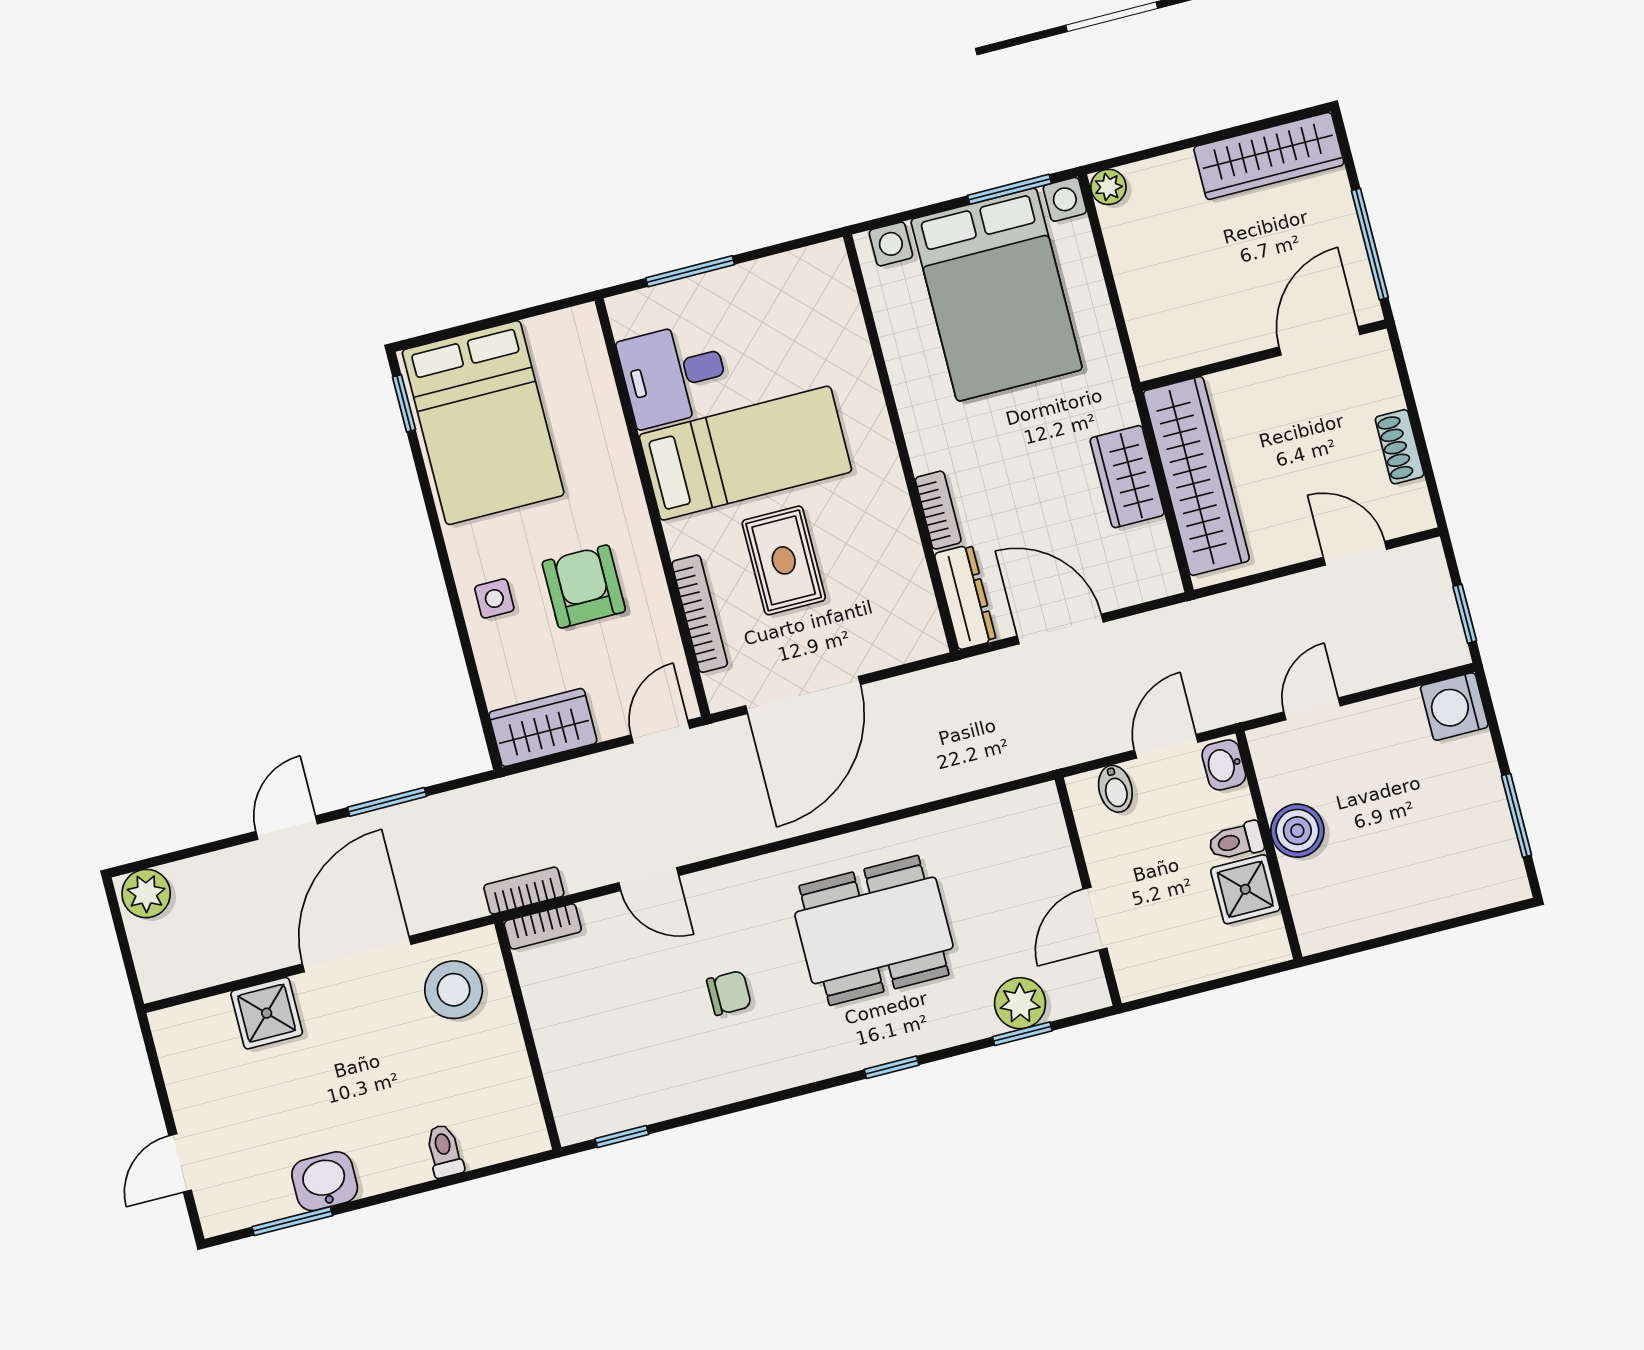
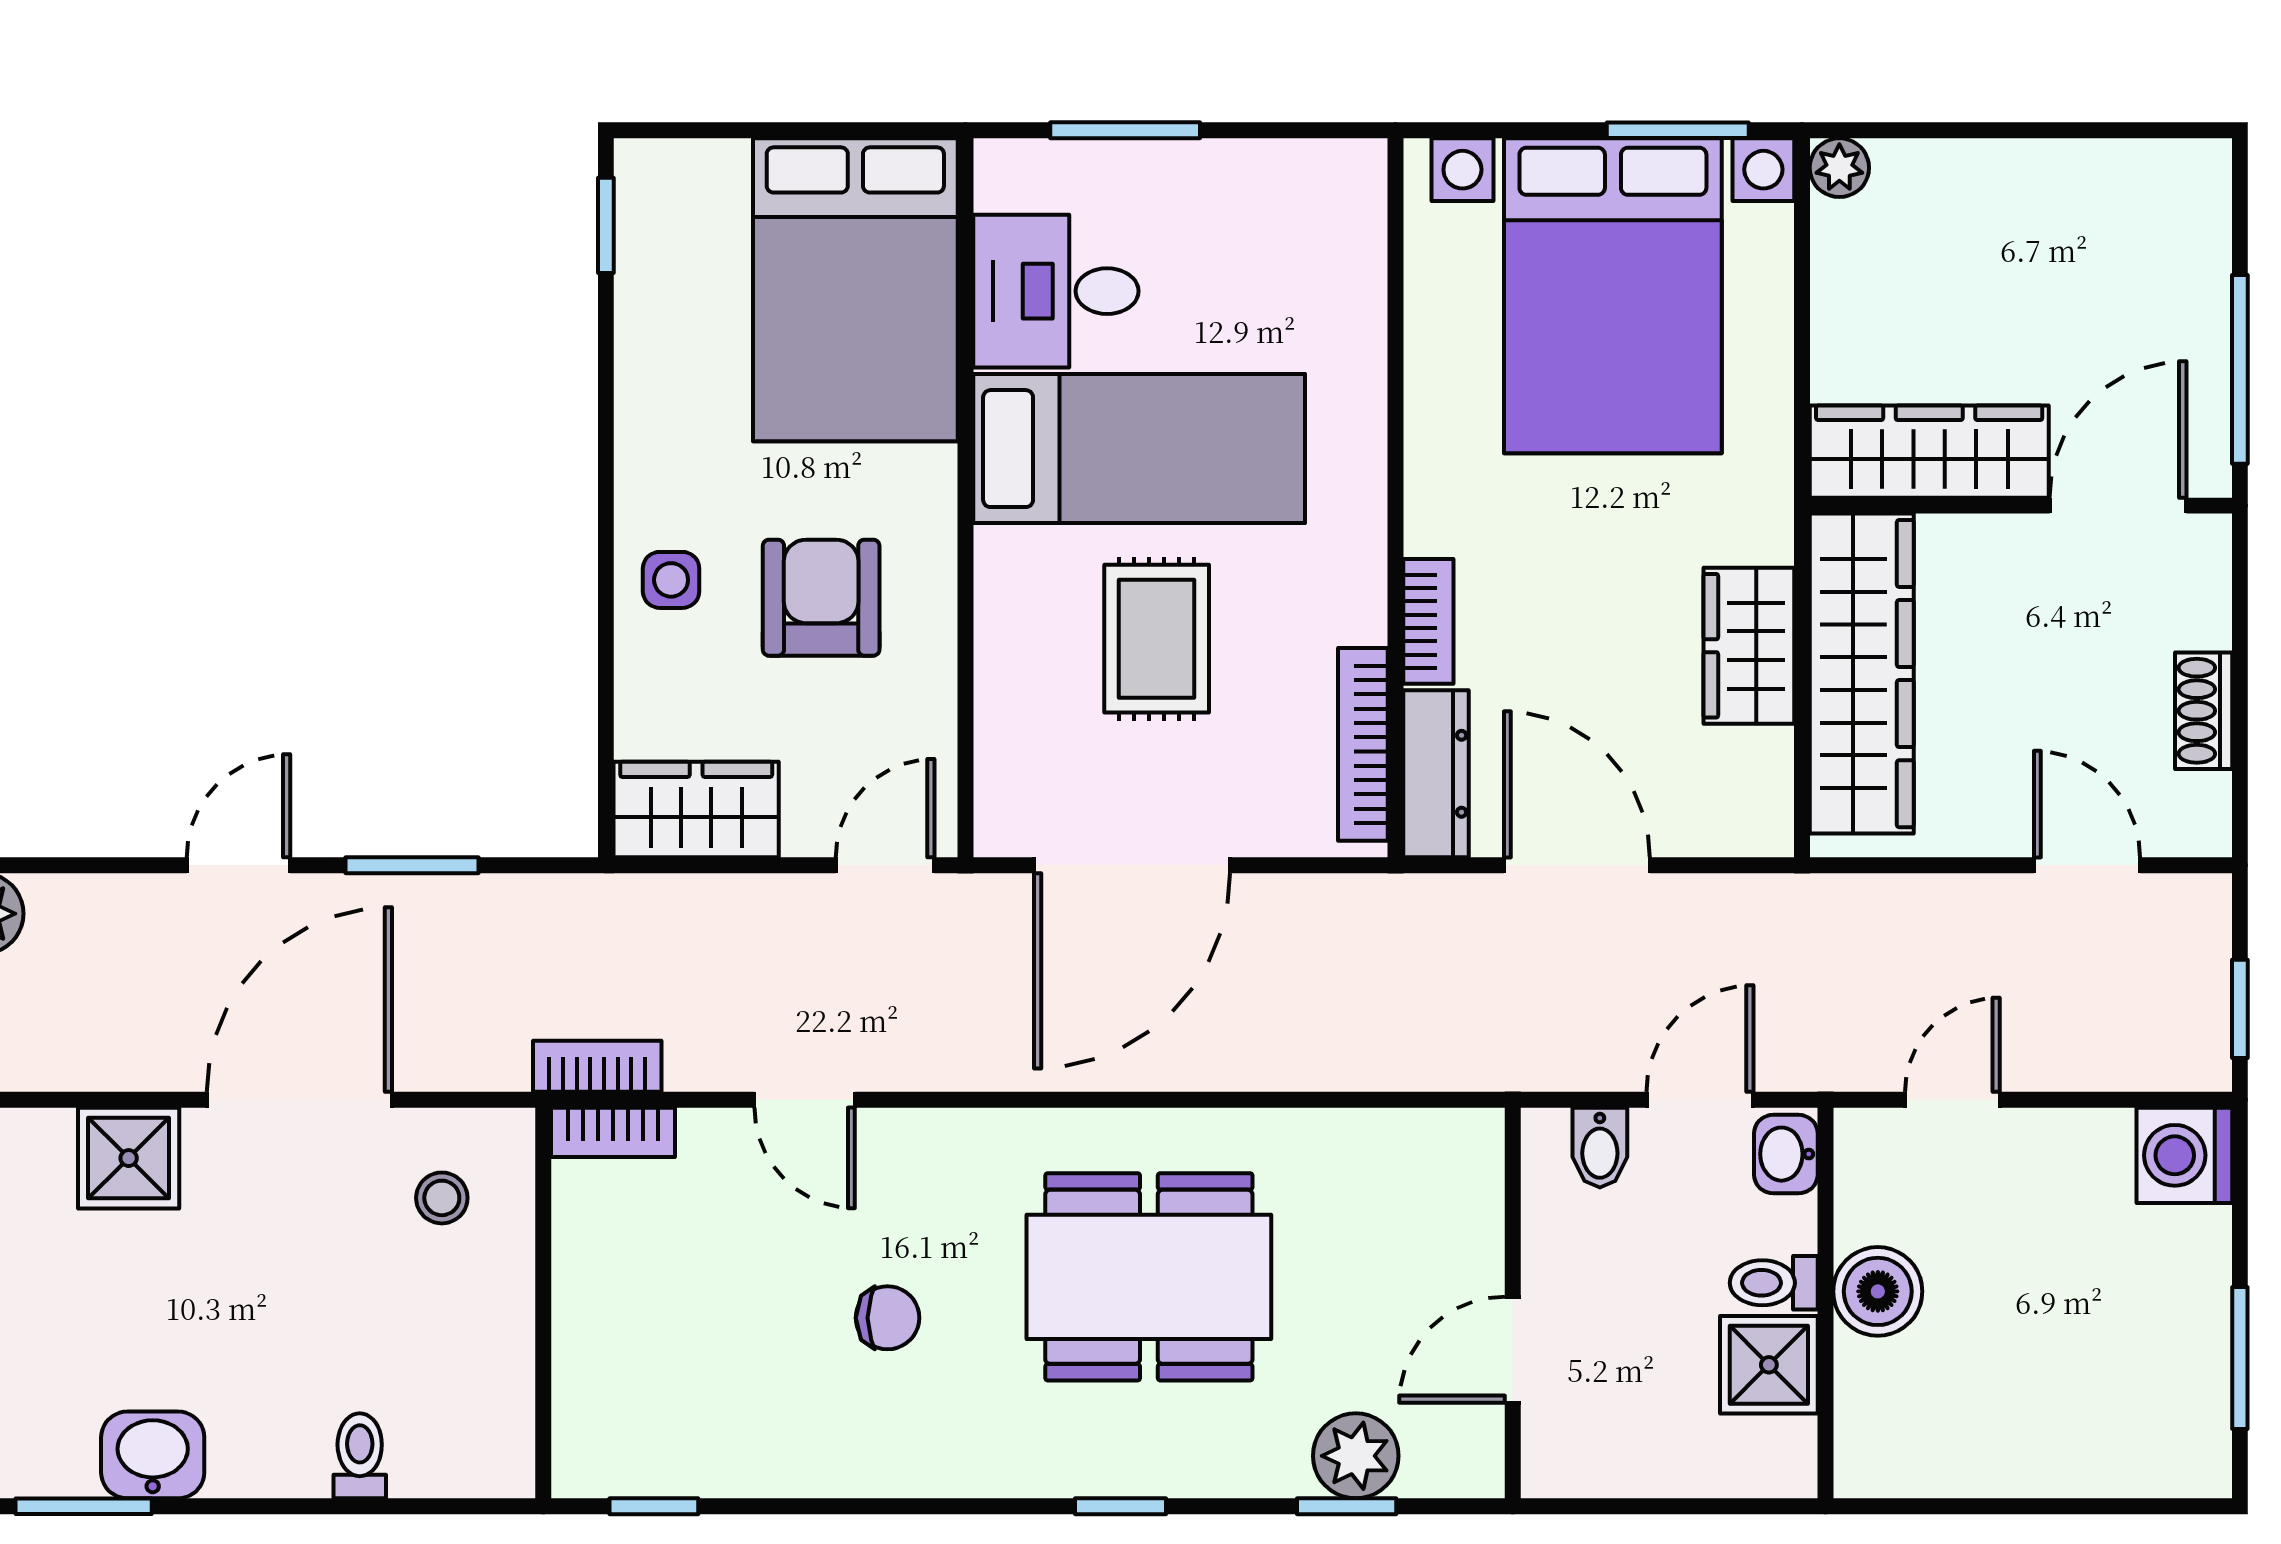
wardrobe: (1269, 156) -> (1929, 452), moved, turned 180
bed: (483, 423) -> (855, 290), moved
bookcase: (700, 614) -> (1363, 744), moved, turned 180
stool: (454, 990) -> (442, 1198), width x0.53, depth x0.53

